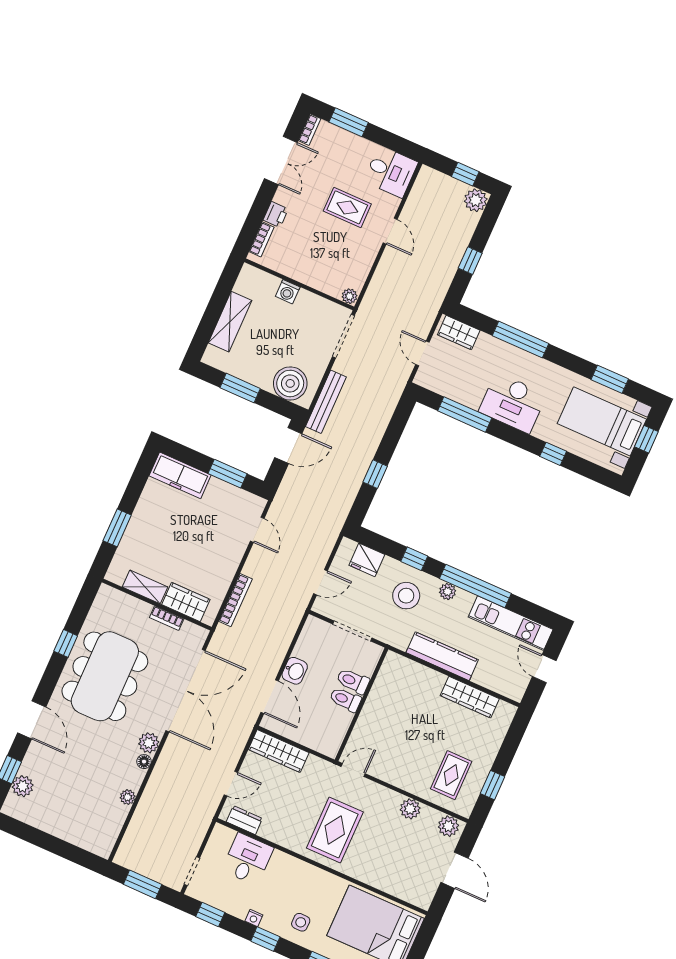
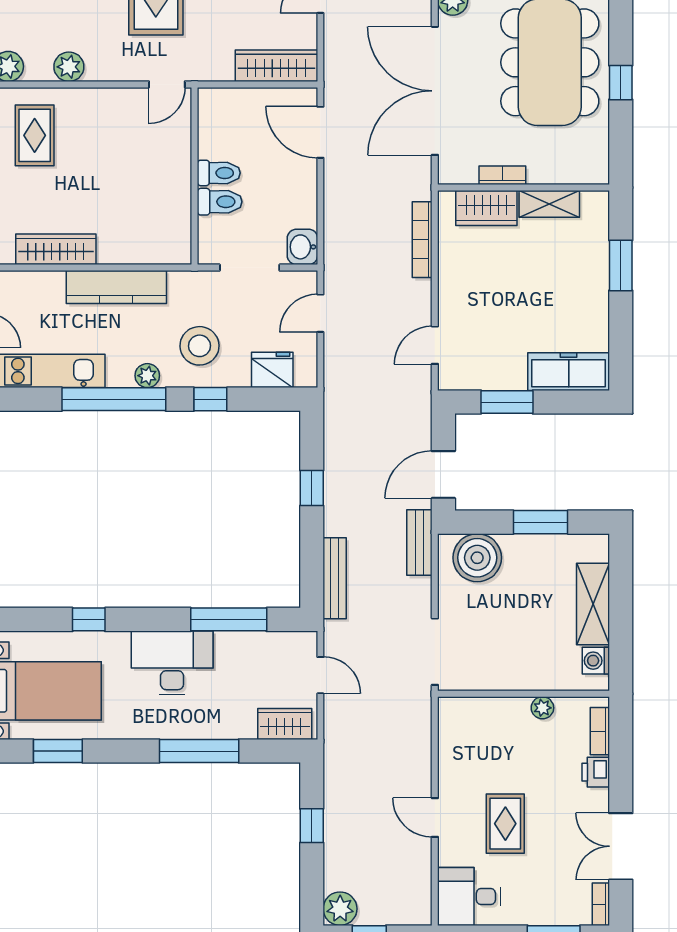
rug: (347, 207) -> (505, 824), turned 90
washing machine: (288, 292) -> (596, 661), moved, turned -90
plant: (349, 296) -> (542, 708), moved
bench: (326, 402) -> (419, 543), width x0.73
bench: (386, 411) -> (335, 578), added
door: (257, 530) -> (435, 345), hinge flipped
washbasin: (295, 671) -> (302, 247), moved

